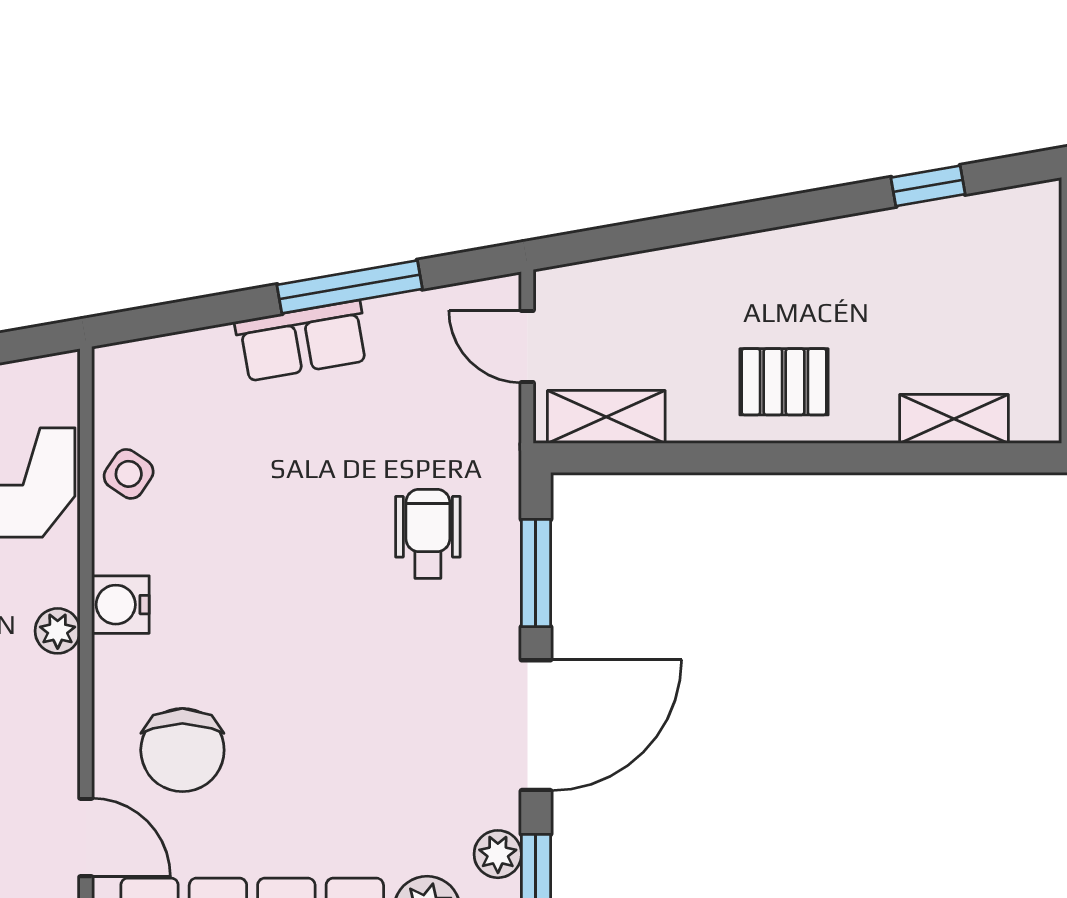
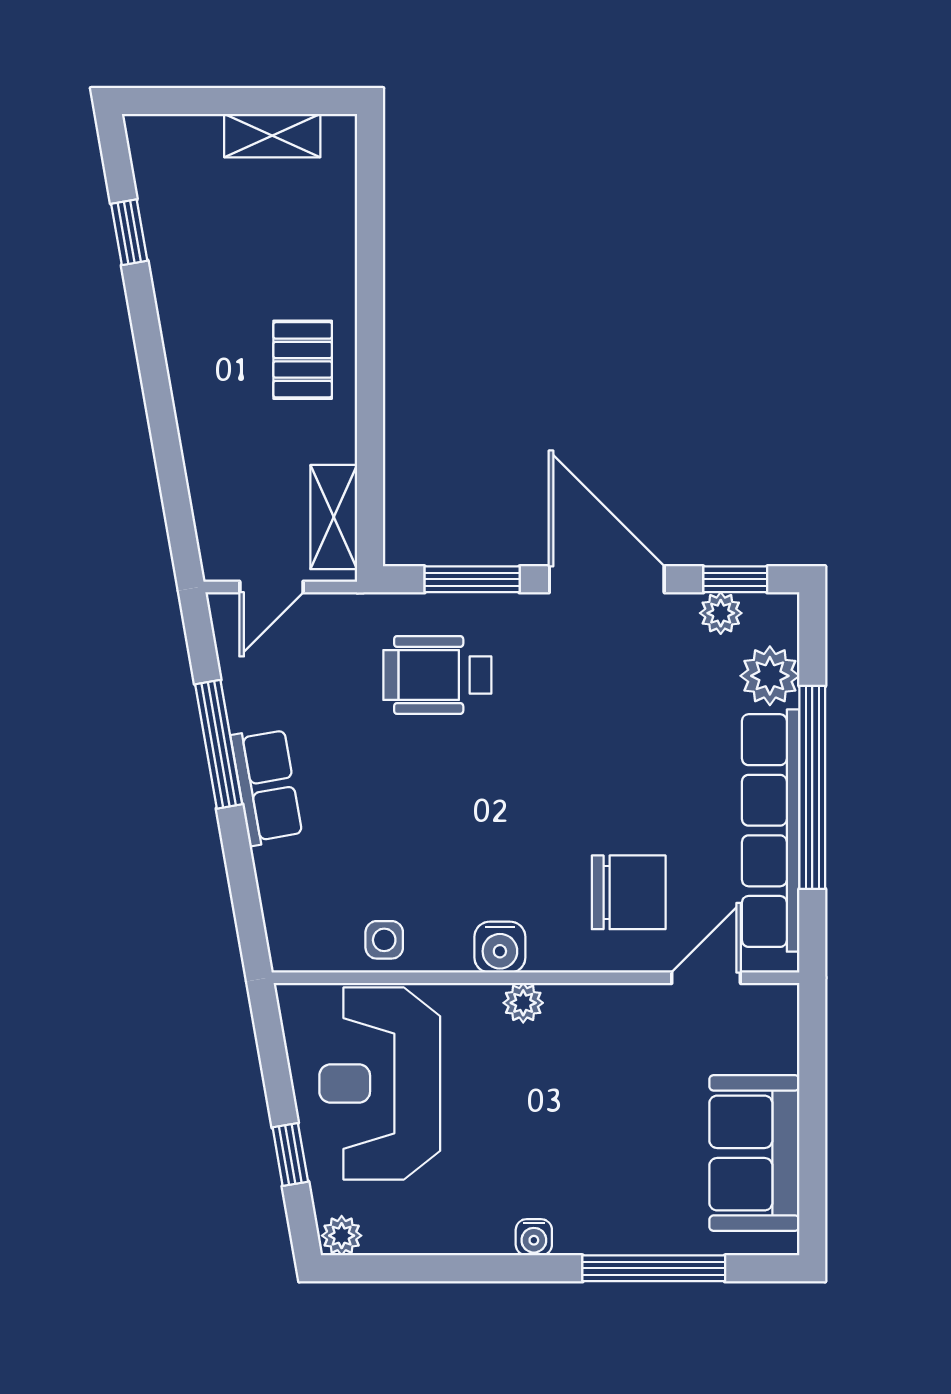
shelving: (954, 419) -> (272, 136), moved, turned 90
side table: (129, 474) -> (384, 940), turned -34
wheelchair: (428, 534) -> (437, 675), width x1.36, depth x1.37

